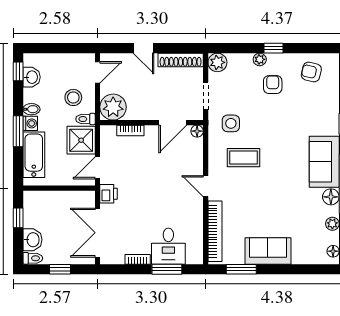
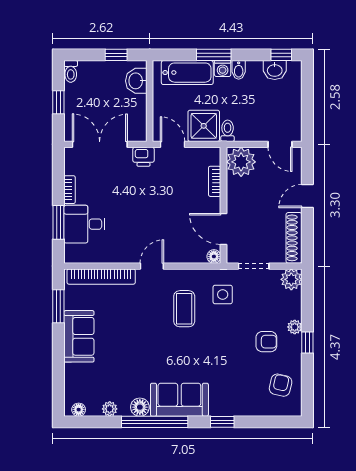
stool: (73, 97) -> (252, 117), removed
washbasin: (33, 240) -> (136, 81), moved, turned 90

